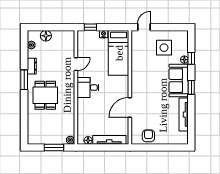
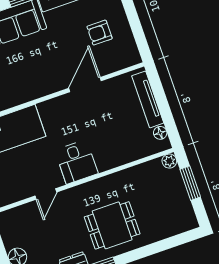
door: (76, 64) -> (46, 194), swing flipped
door: (130, 107) -> (85, 85), swing flipped
armchair: (148, 136) -> (100, 33), moved

